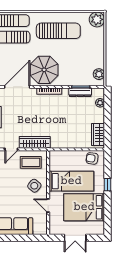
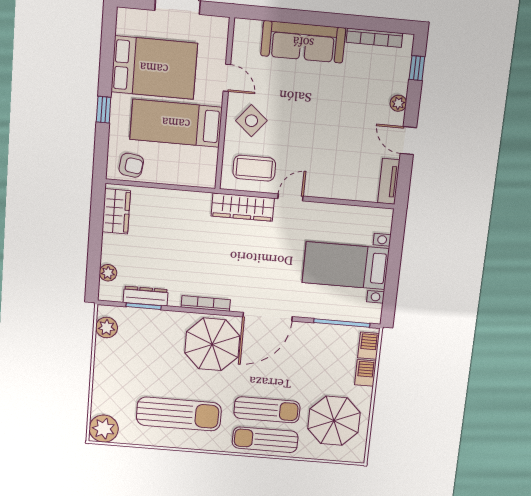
sun lounger: (58, 31) -> (179, 414), turned 180

